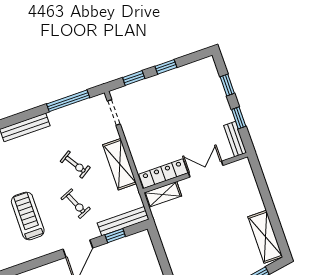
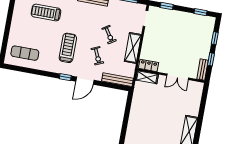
window: (166, 67) -> (200, 12), moved
double door: (206, 169) -> (178, 77), swing flipped
locker: (163, 174) -> (149, 65), width x0.66
window: (115, 236) -> (65, 77), moved

